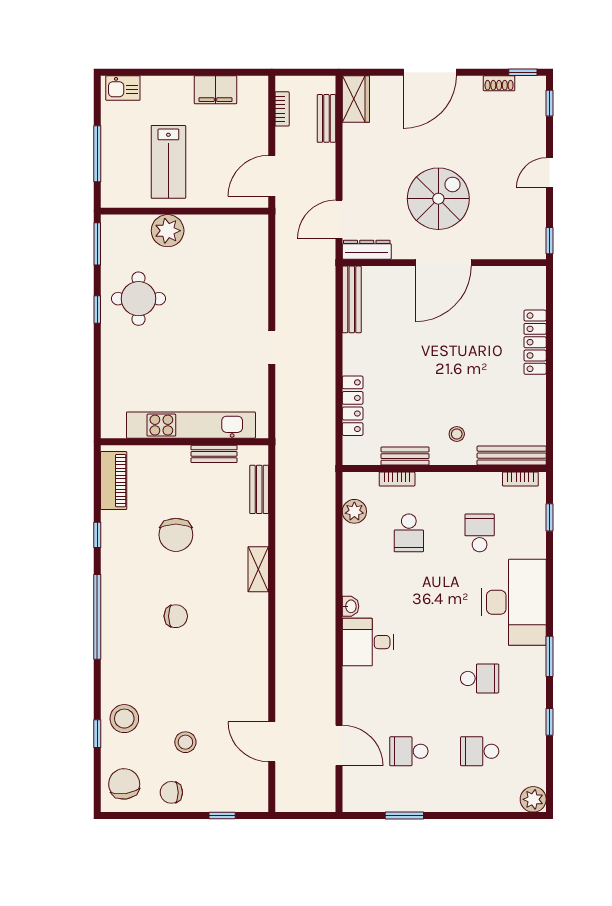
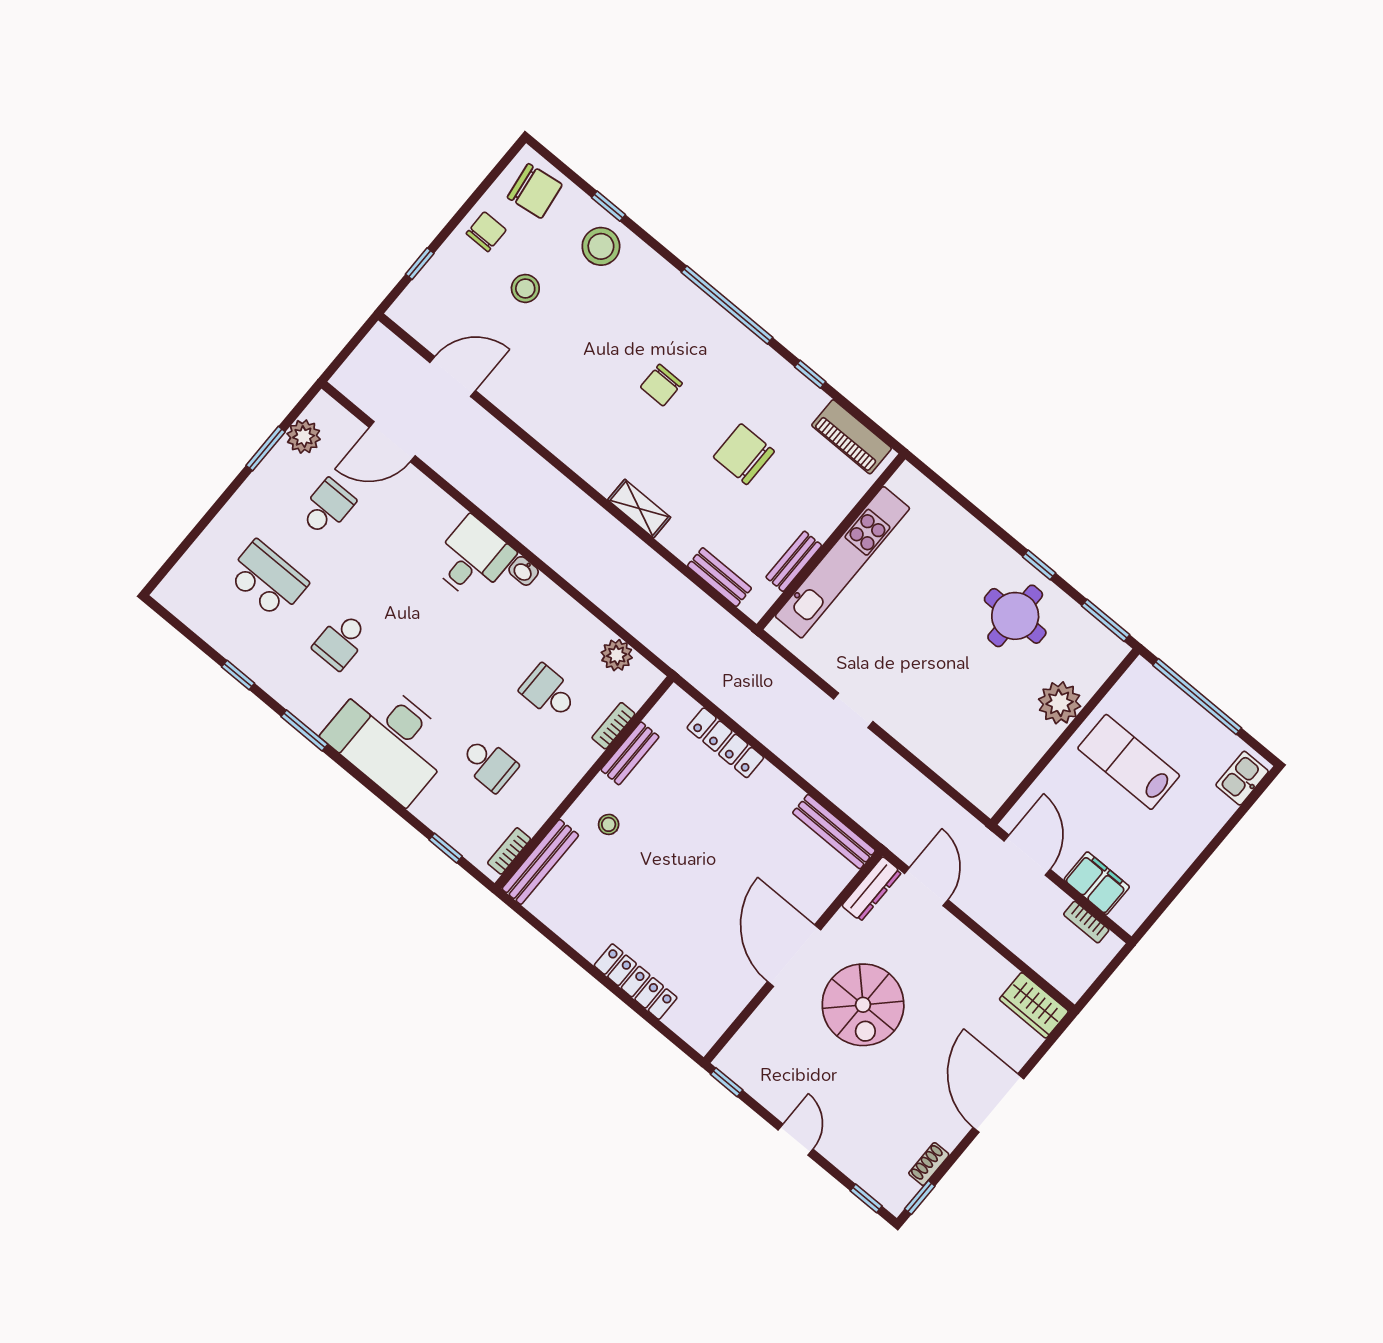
filing cabinet: (215, 90) -> (1097, 883), moved, turned 90
bench: (326, 118) -> (1039, 959), removed
window: (97, 154) -> (1197, 697), width x1.46
school desk: (480, 751) -> (267, 579), width x1.85
plant: (533, 799) -> (304, 437), moved

